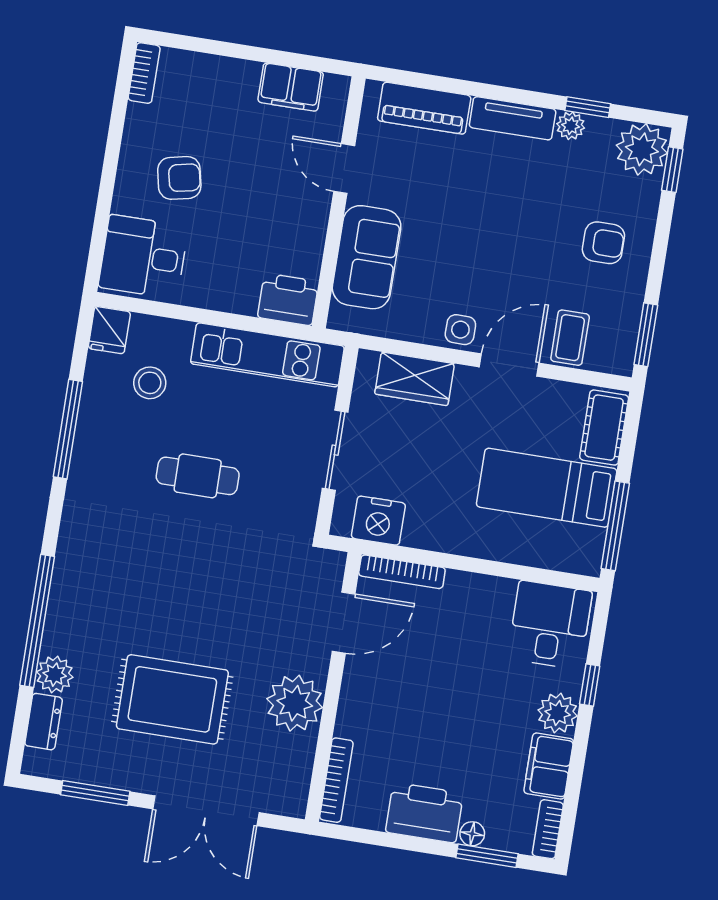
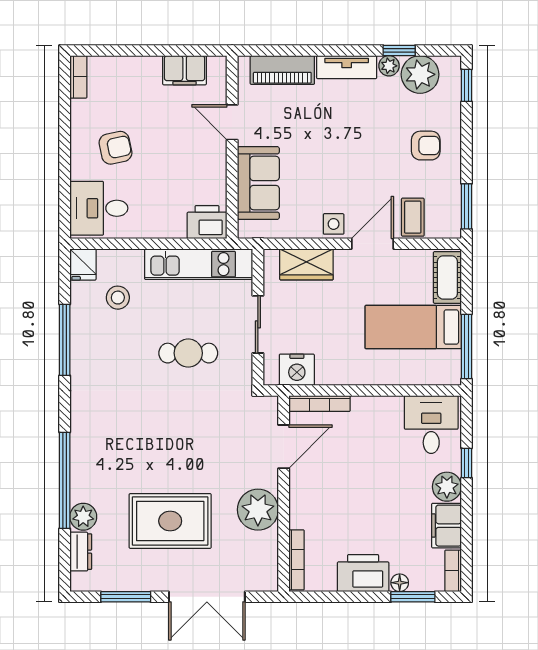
plant: (642, 149) -> (420, 74), moved
cafe table: (198, 476) -> (188, 353), moved

